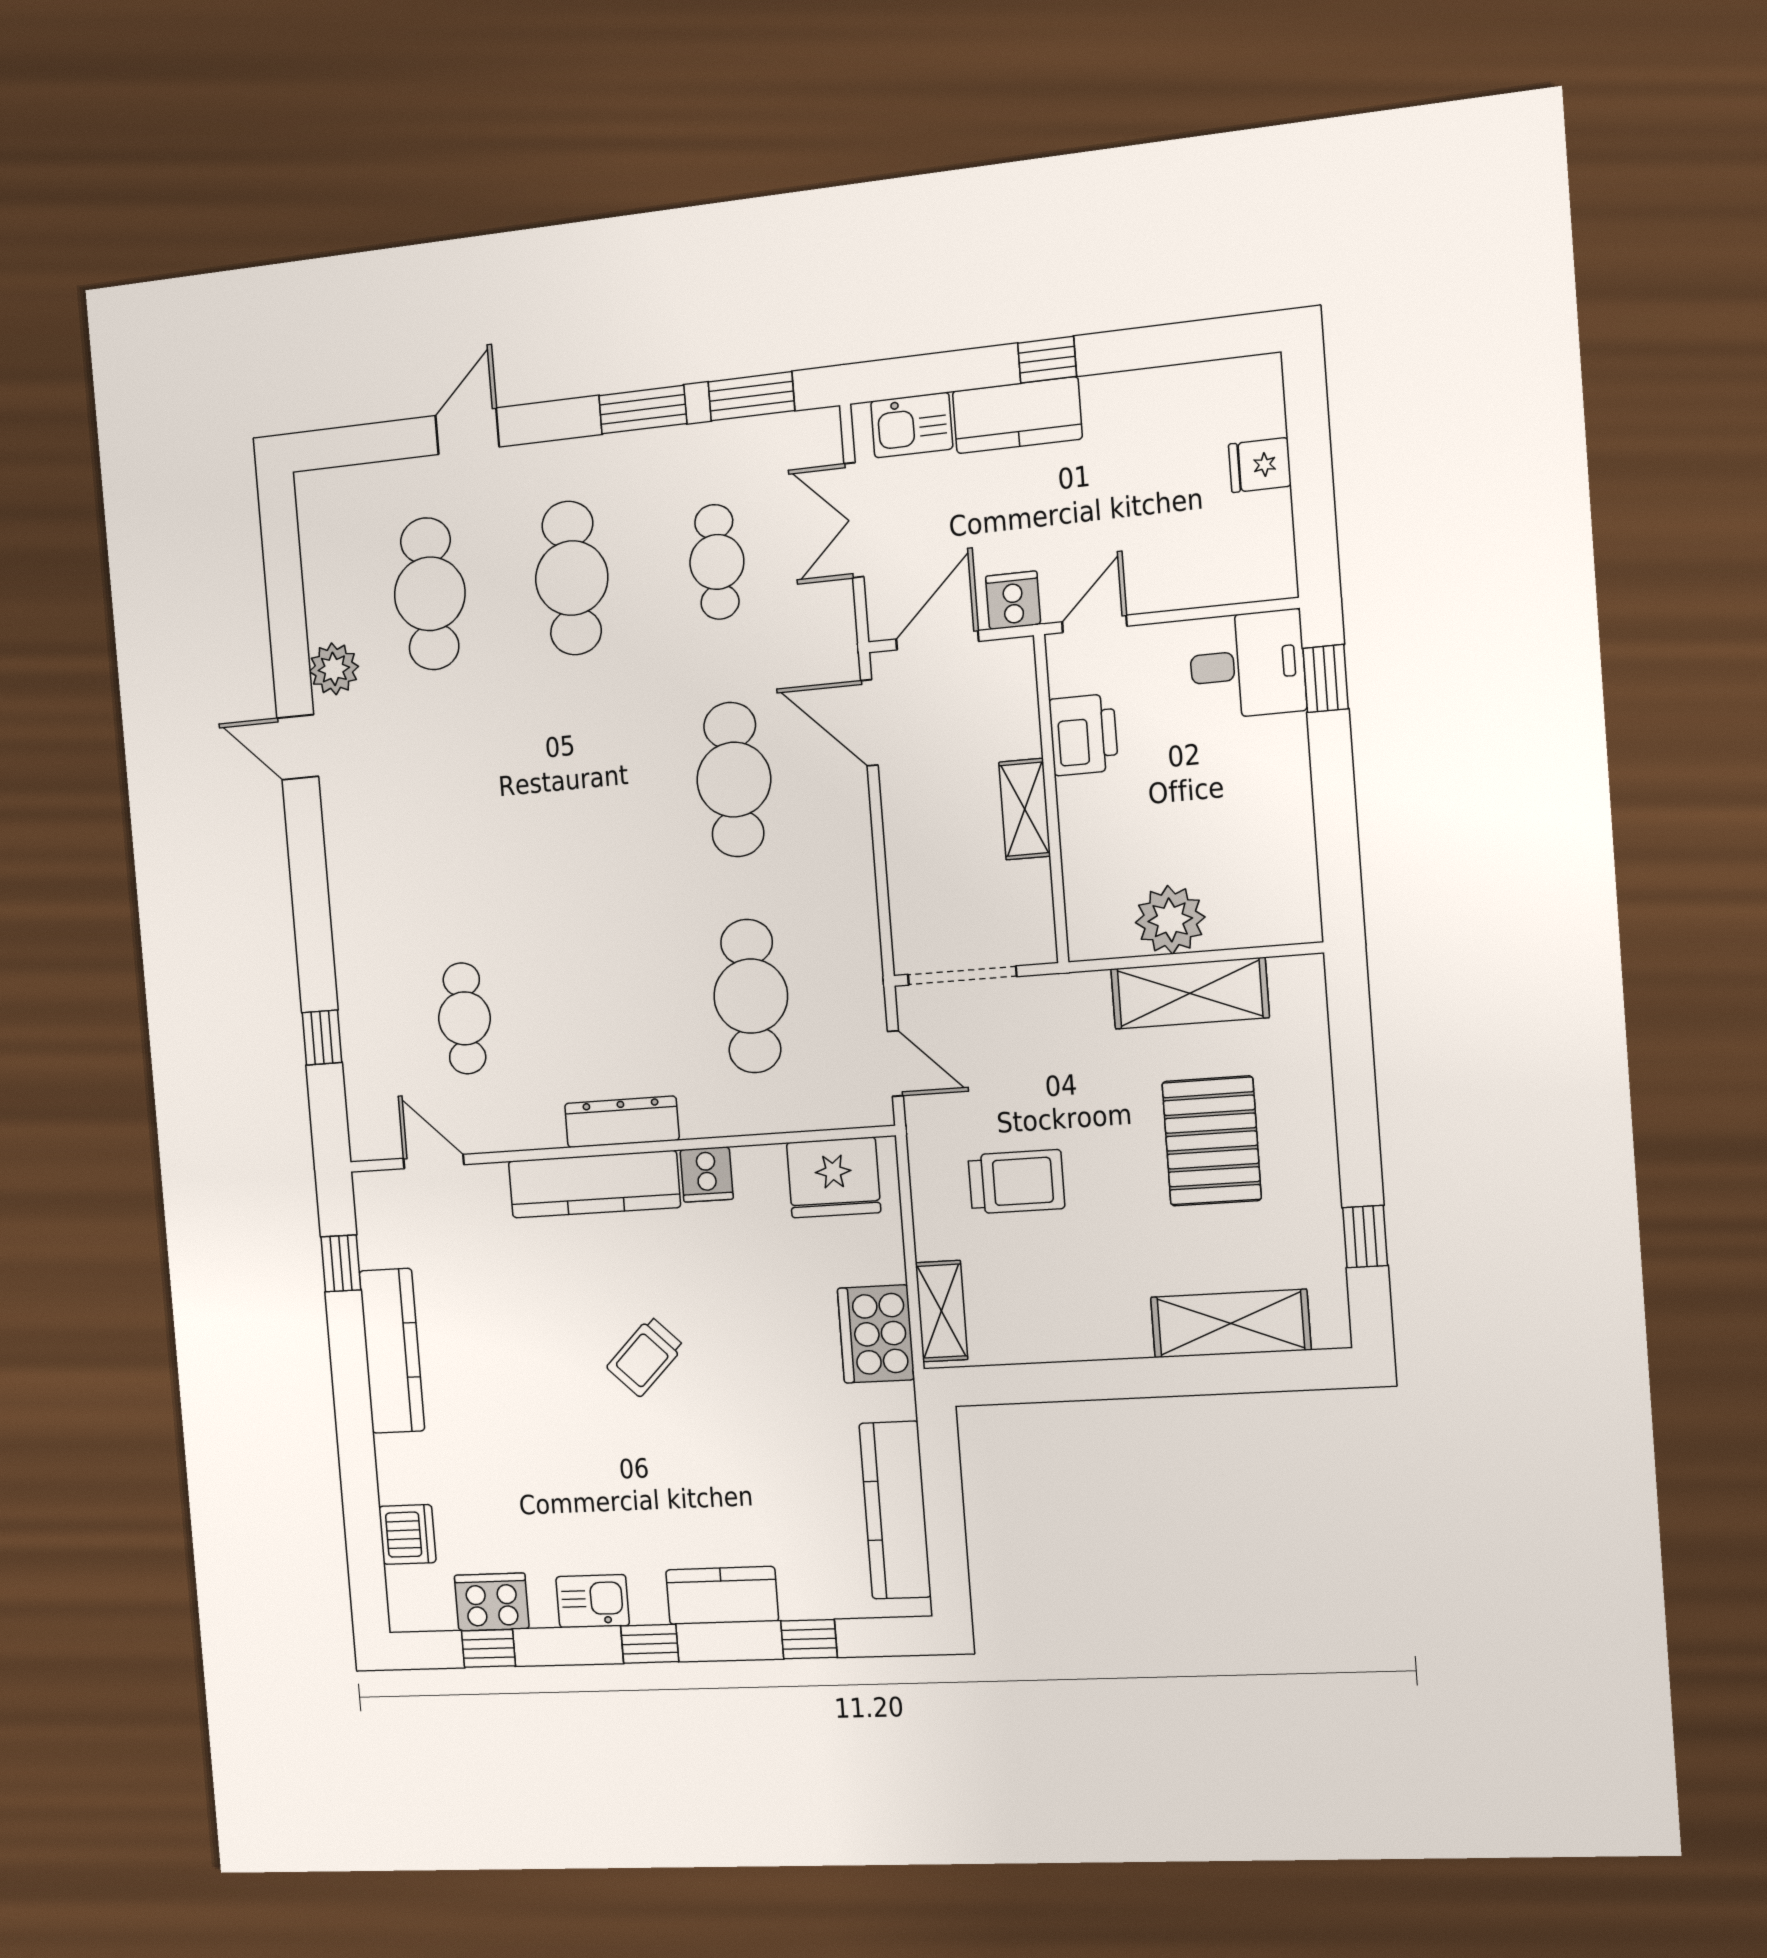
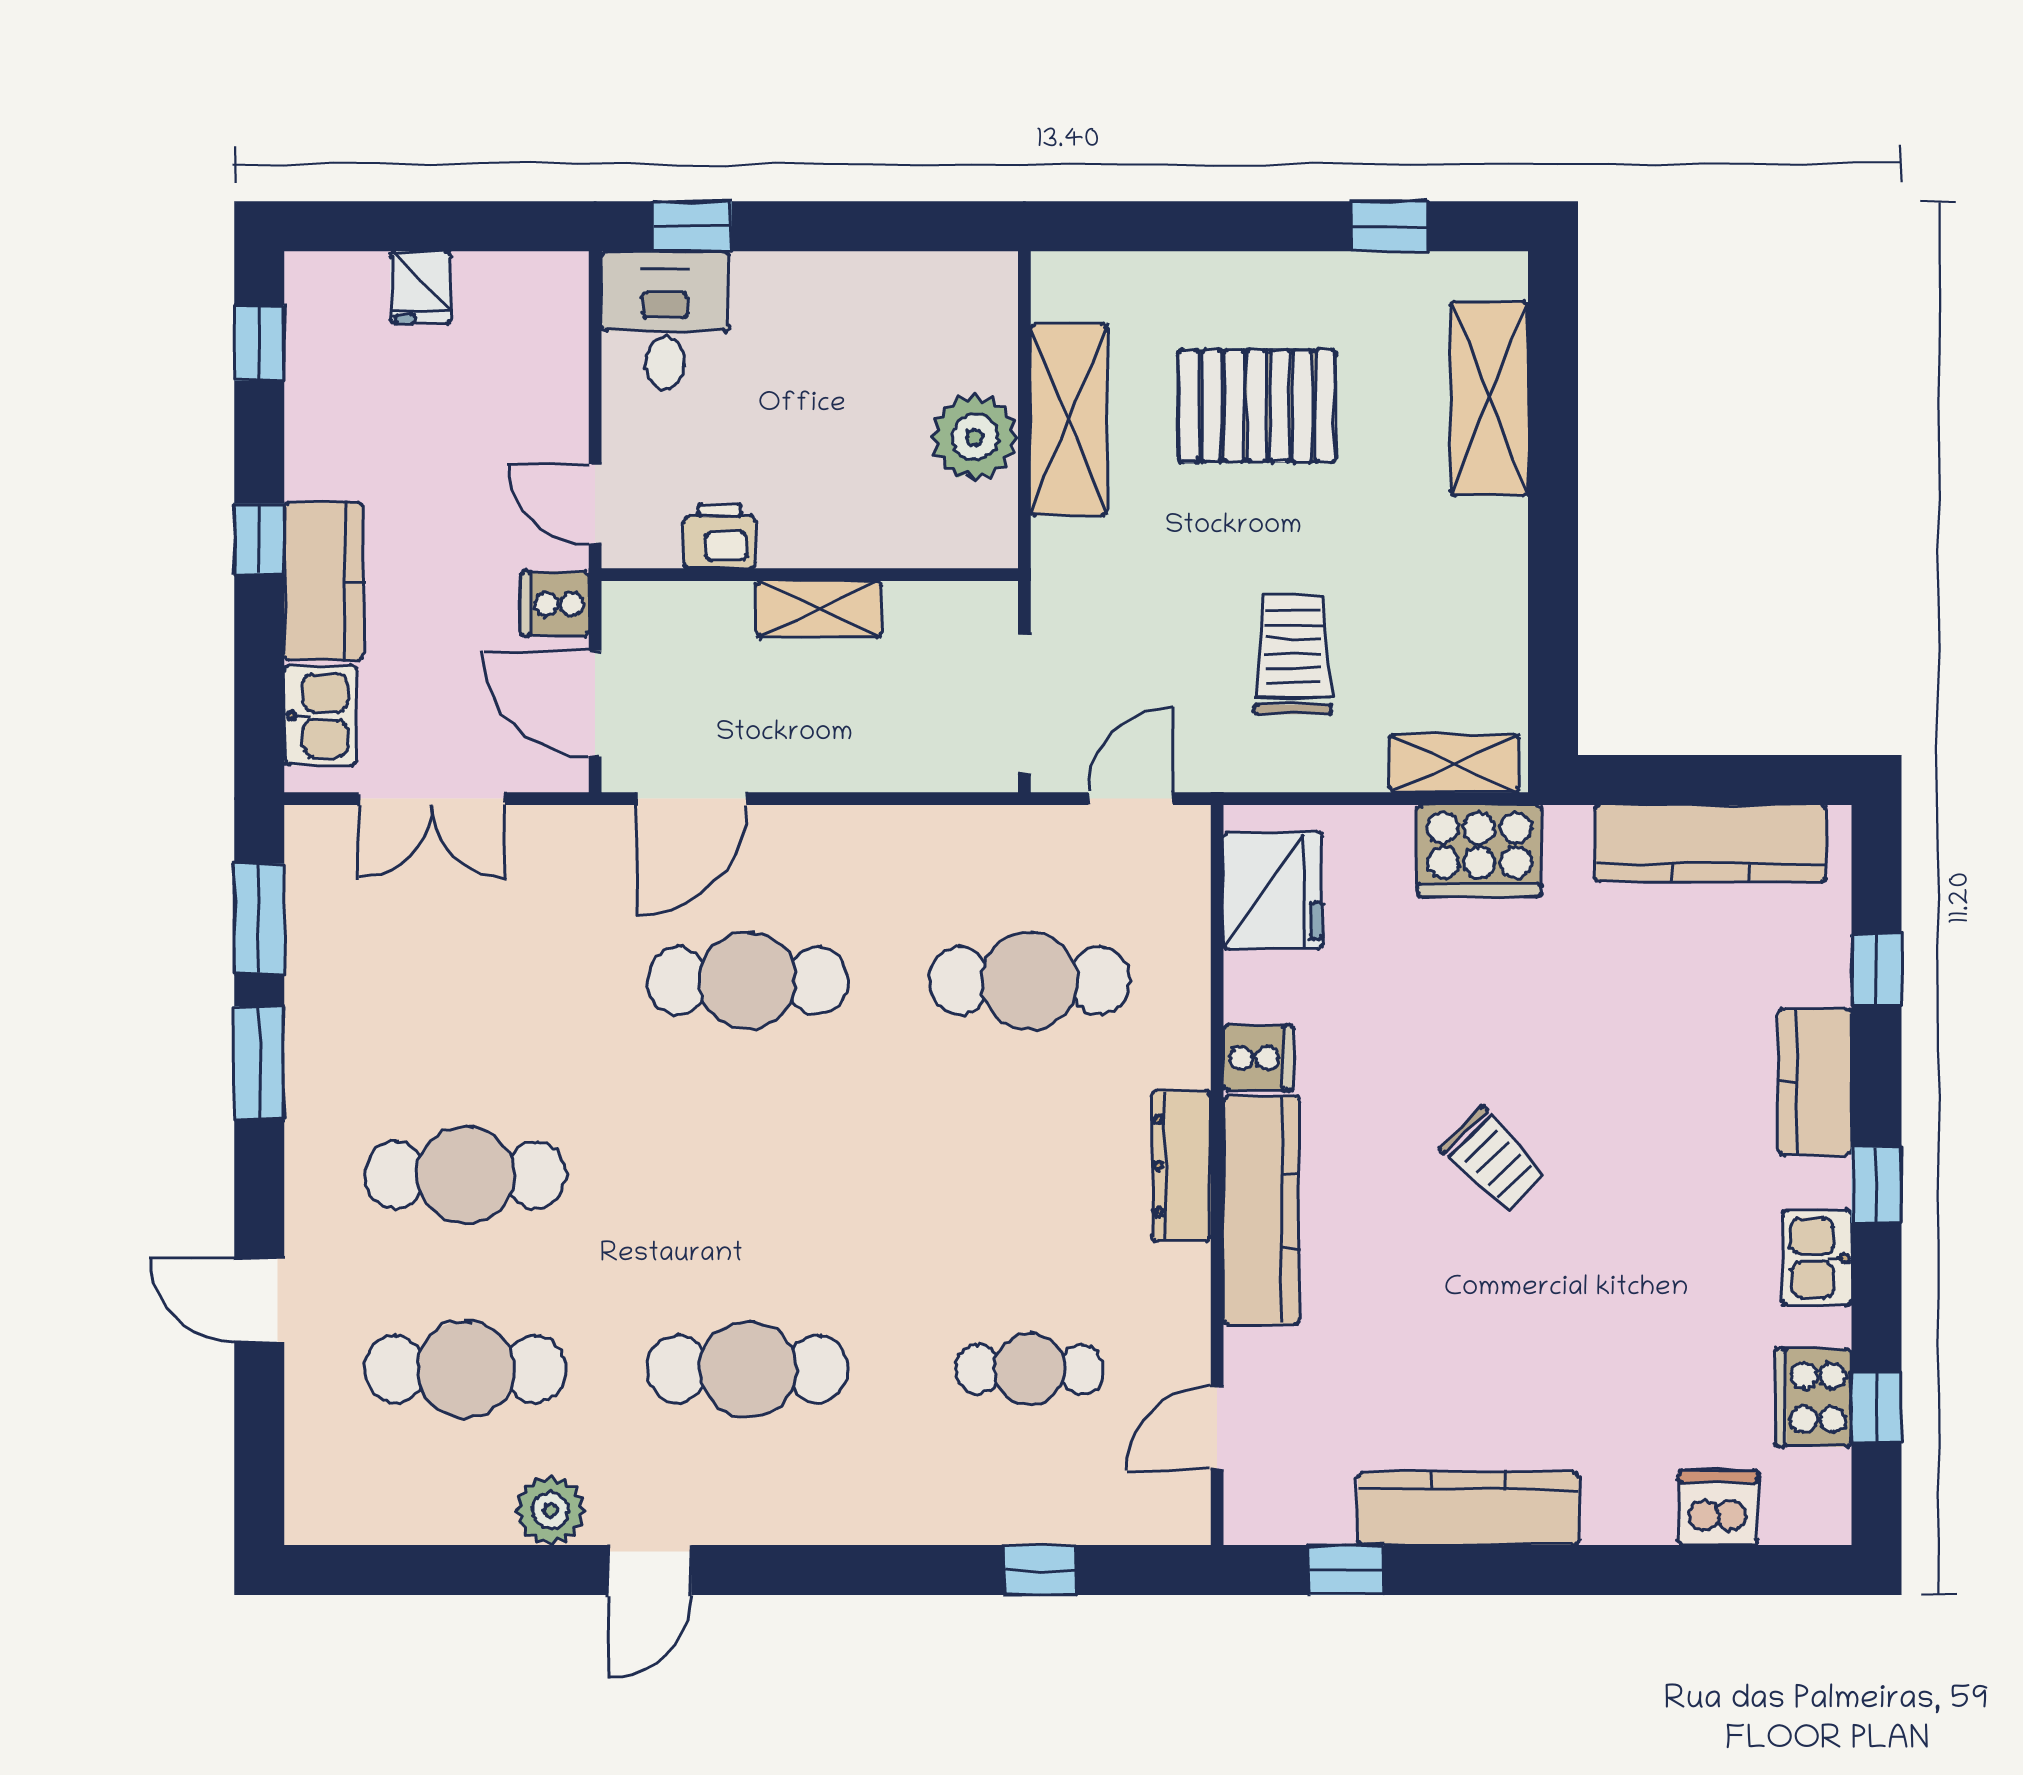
window: (1205, 340) -> (259, 343), added
cafe table: (717, 562) -> (748, 1369), moved, width x1.37, depth x1.35
printer: (1084, 735) -> (720, 536), width x0.73, depth x0.81

